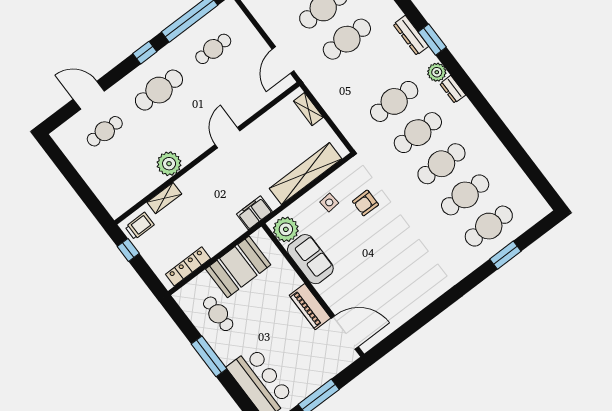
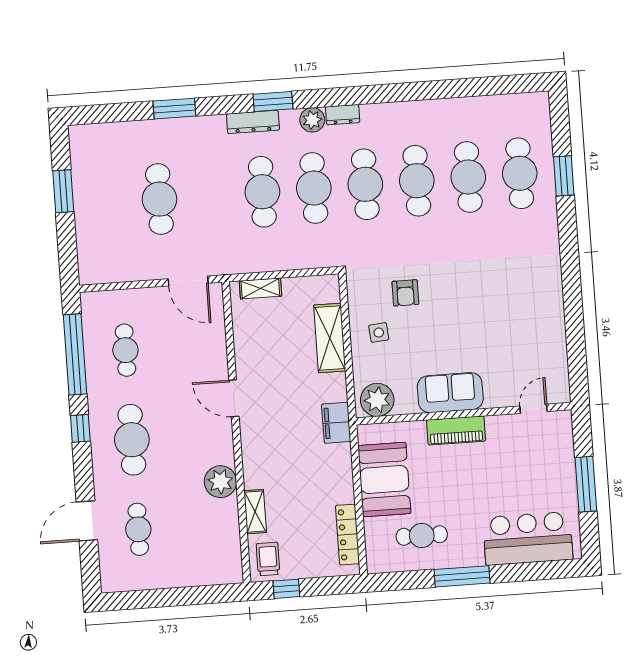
cafe table: (347, 39) -> (262, 192), moved
shelving: (306, 174) -> (330, 338), width x0.68
sofa: (310, 259) -> (450, 393), moved
piano: (310, 307) -> (456, 430), moved
door: (345, 332) -> (533, 409), width x0.53

